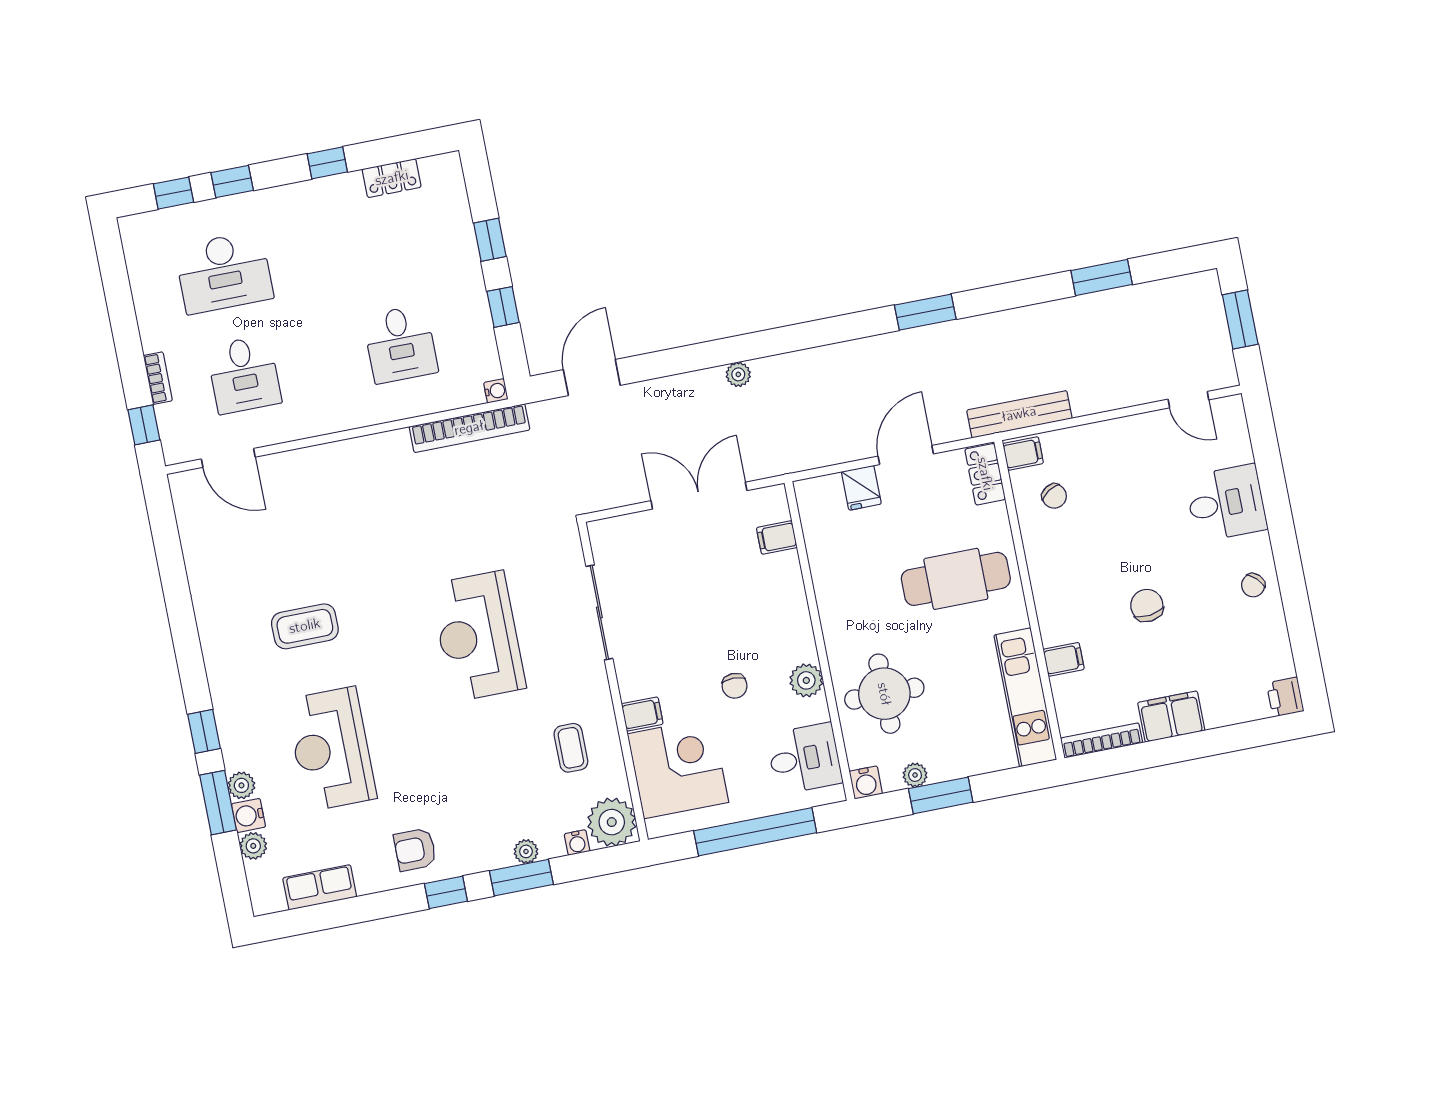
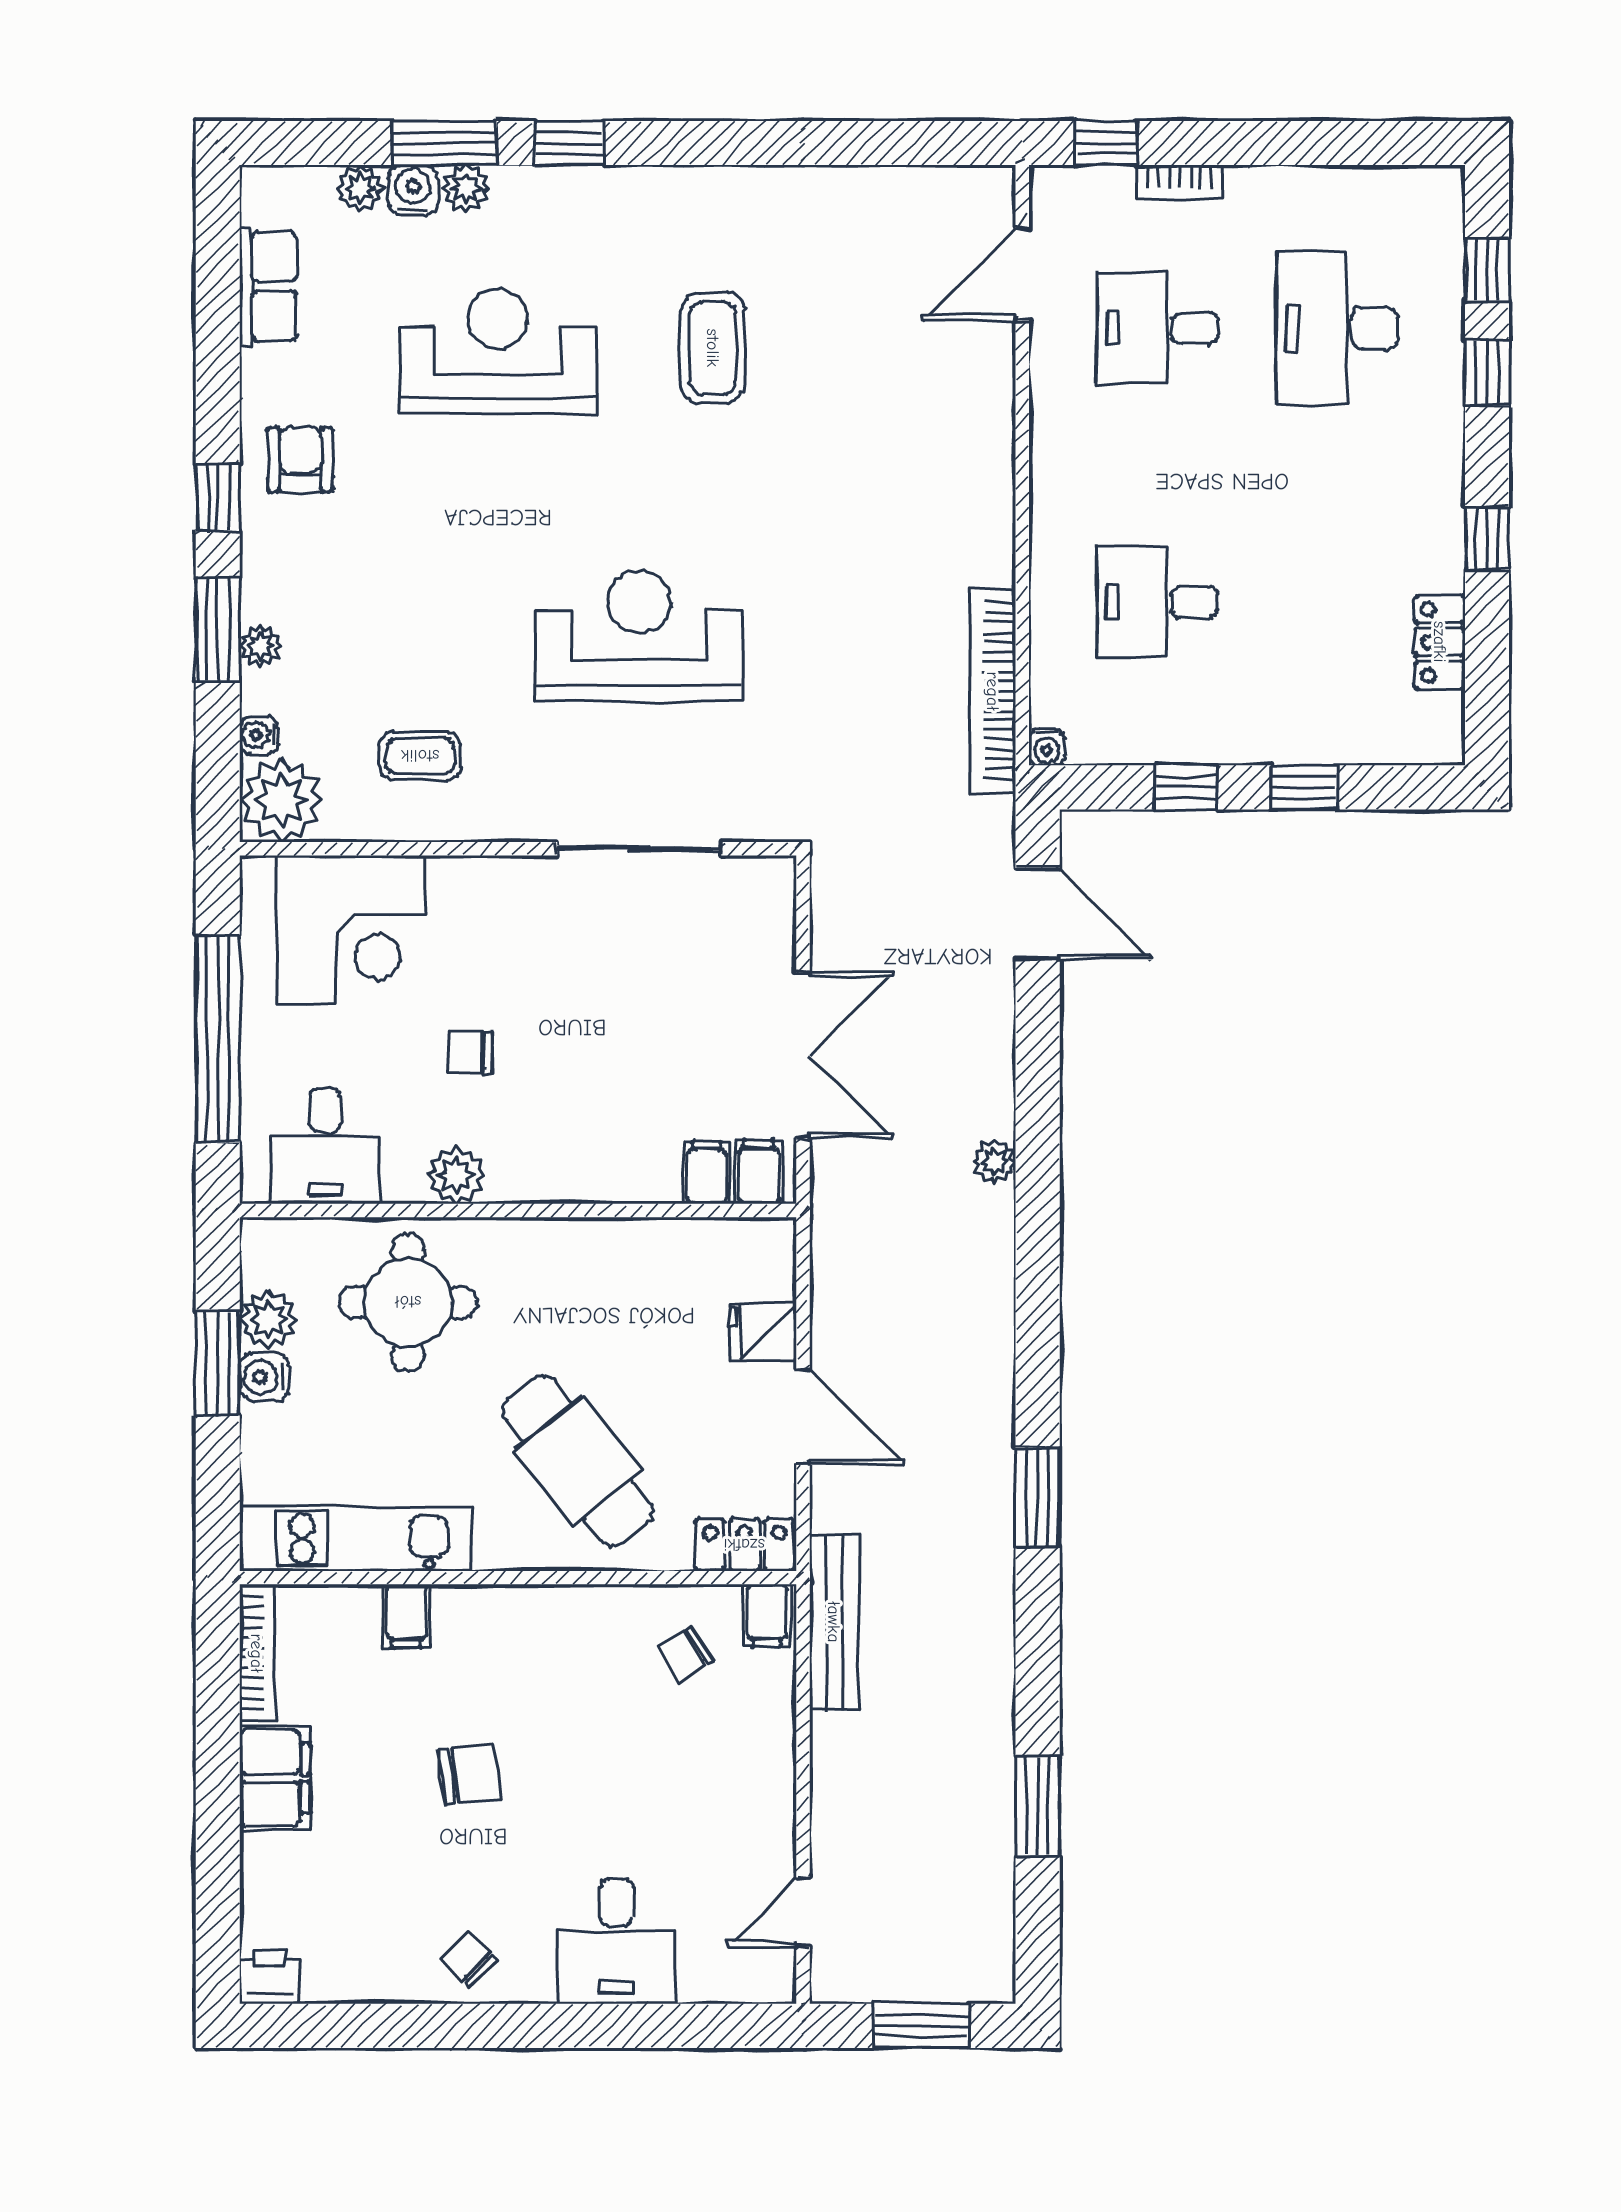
cafe table: (956, 579) -> (578, 1461), turned -38
filing cabinet: (642, 714) -> (759, 1172), moved, turned 180
plant: (915, 775) -> (269, 1319), width x1.38, depth x1.38
water cooler: (866, 782) -> (264, 1377), moved

